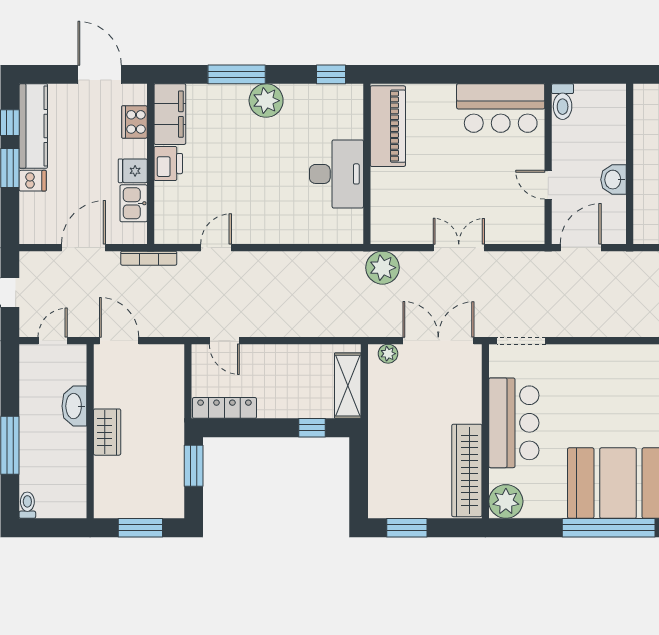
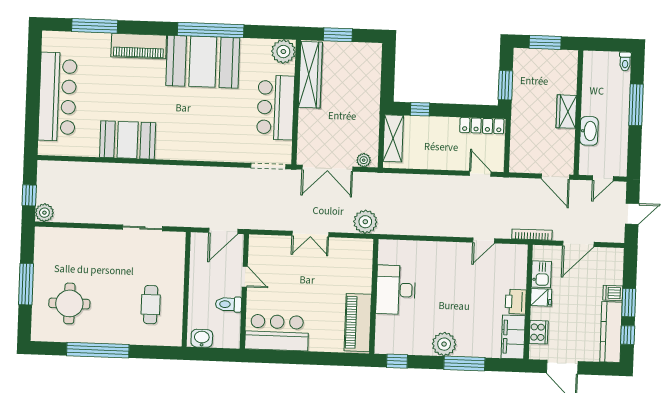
toilet: (563, 102) -> (229, 304), moved, turned -90
washbasin: (613, 180) -> (202, 338), moved, turned -90
window: (407, 528) -> (338, 35), moved

